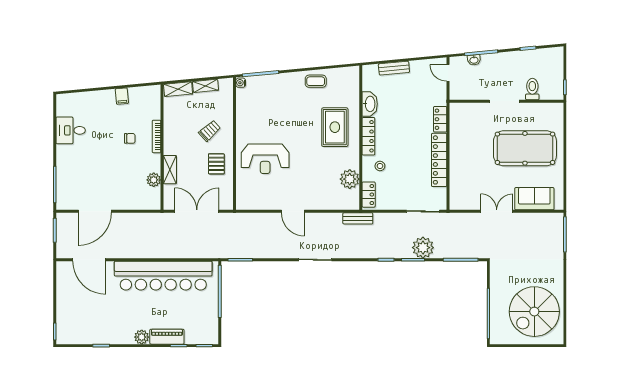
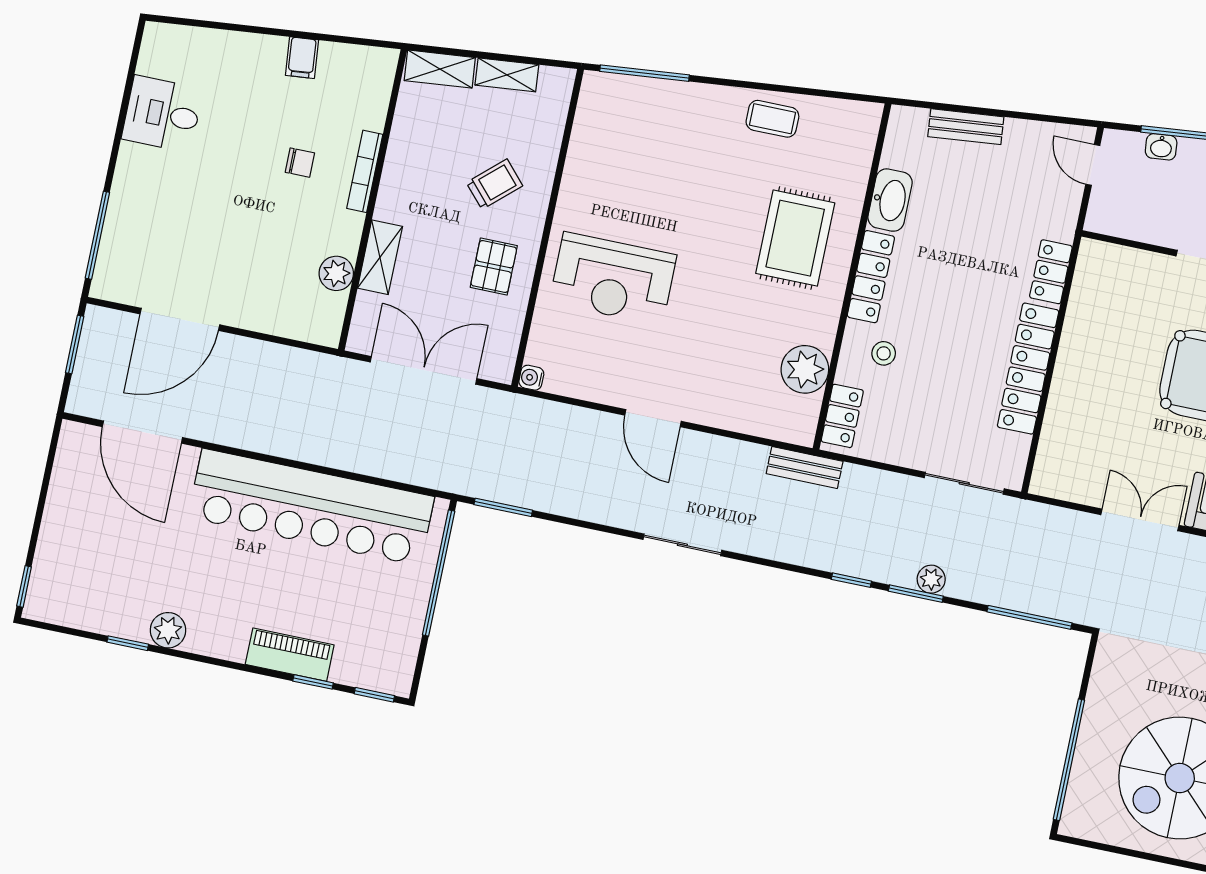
water cooler: (241, 83) -> (531, 378), moved
plant: (423, 248) -> (931, 579), width x0.53, depth x0.53
plant: (142, 337) -> (168, 630), moved

